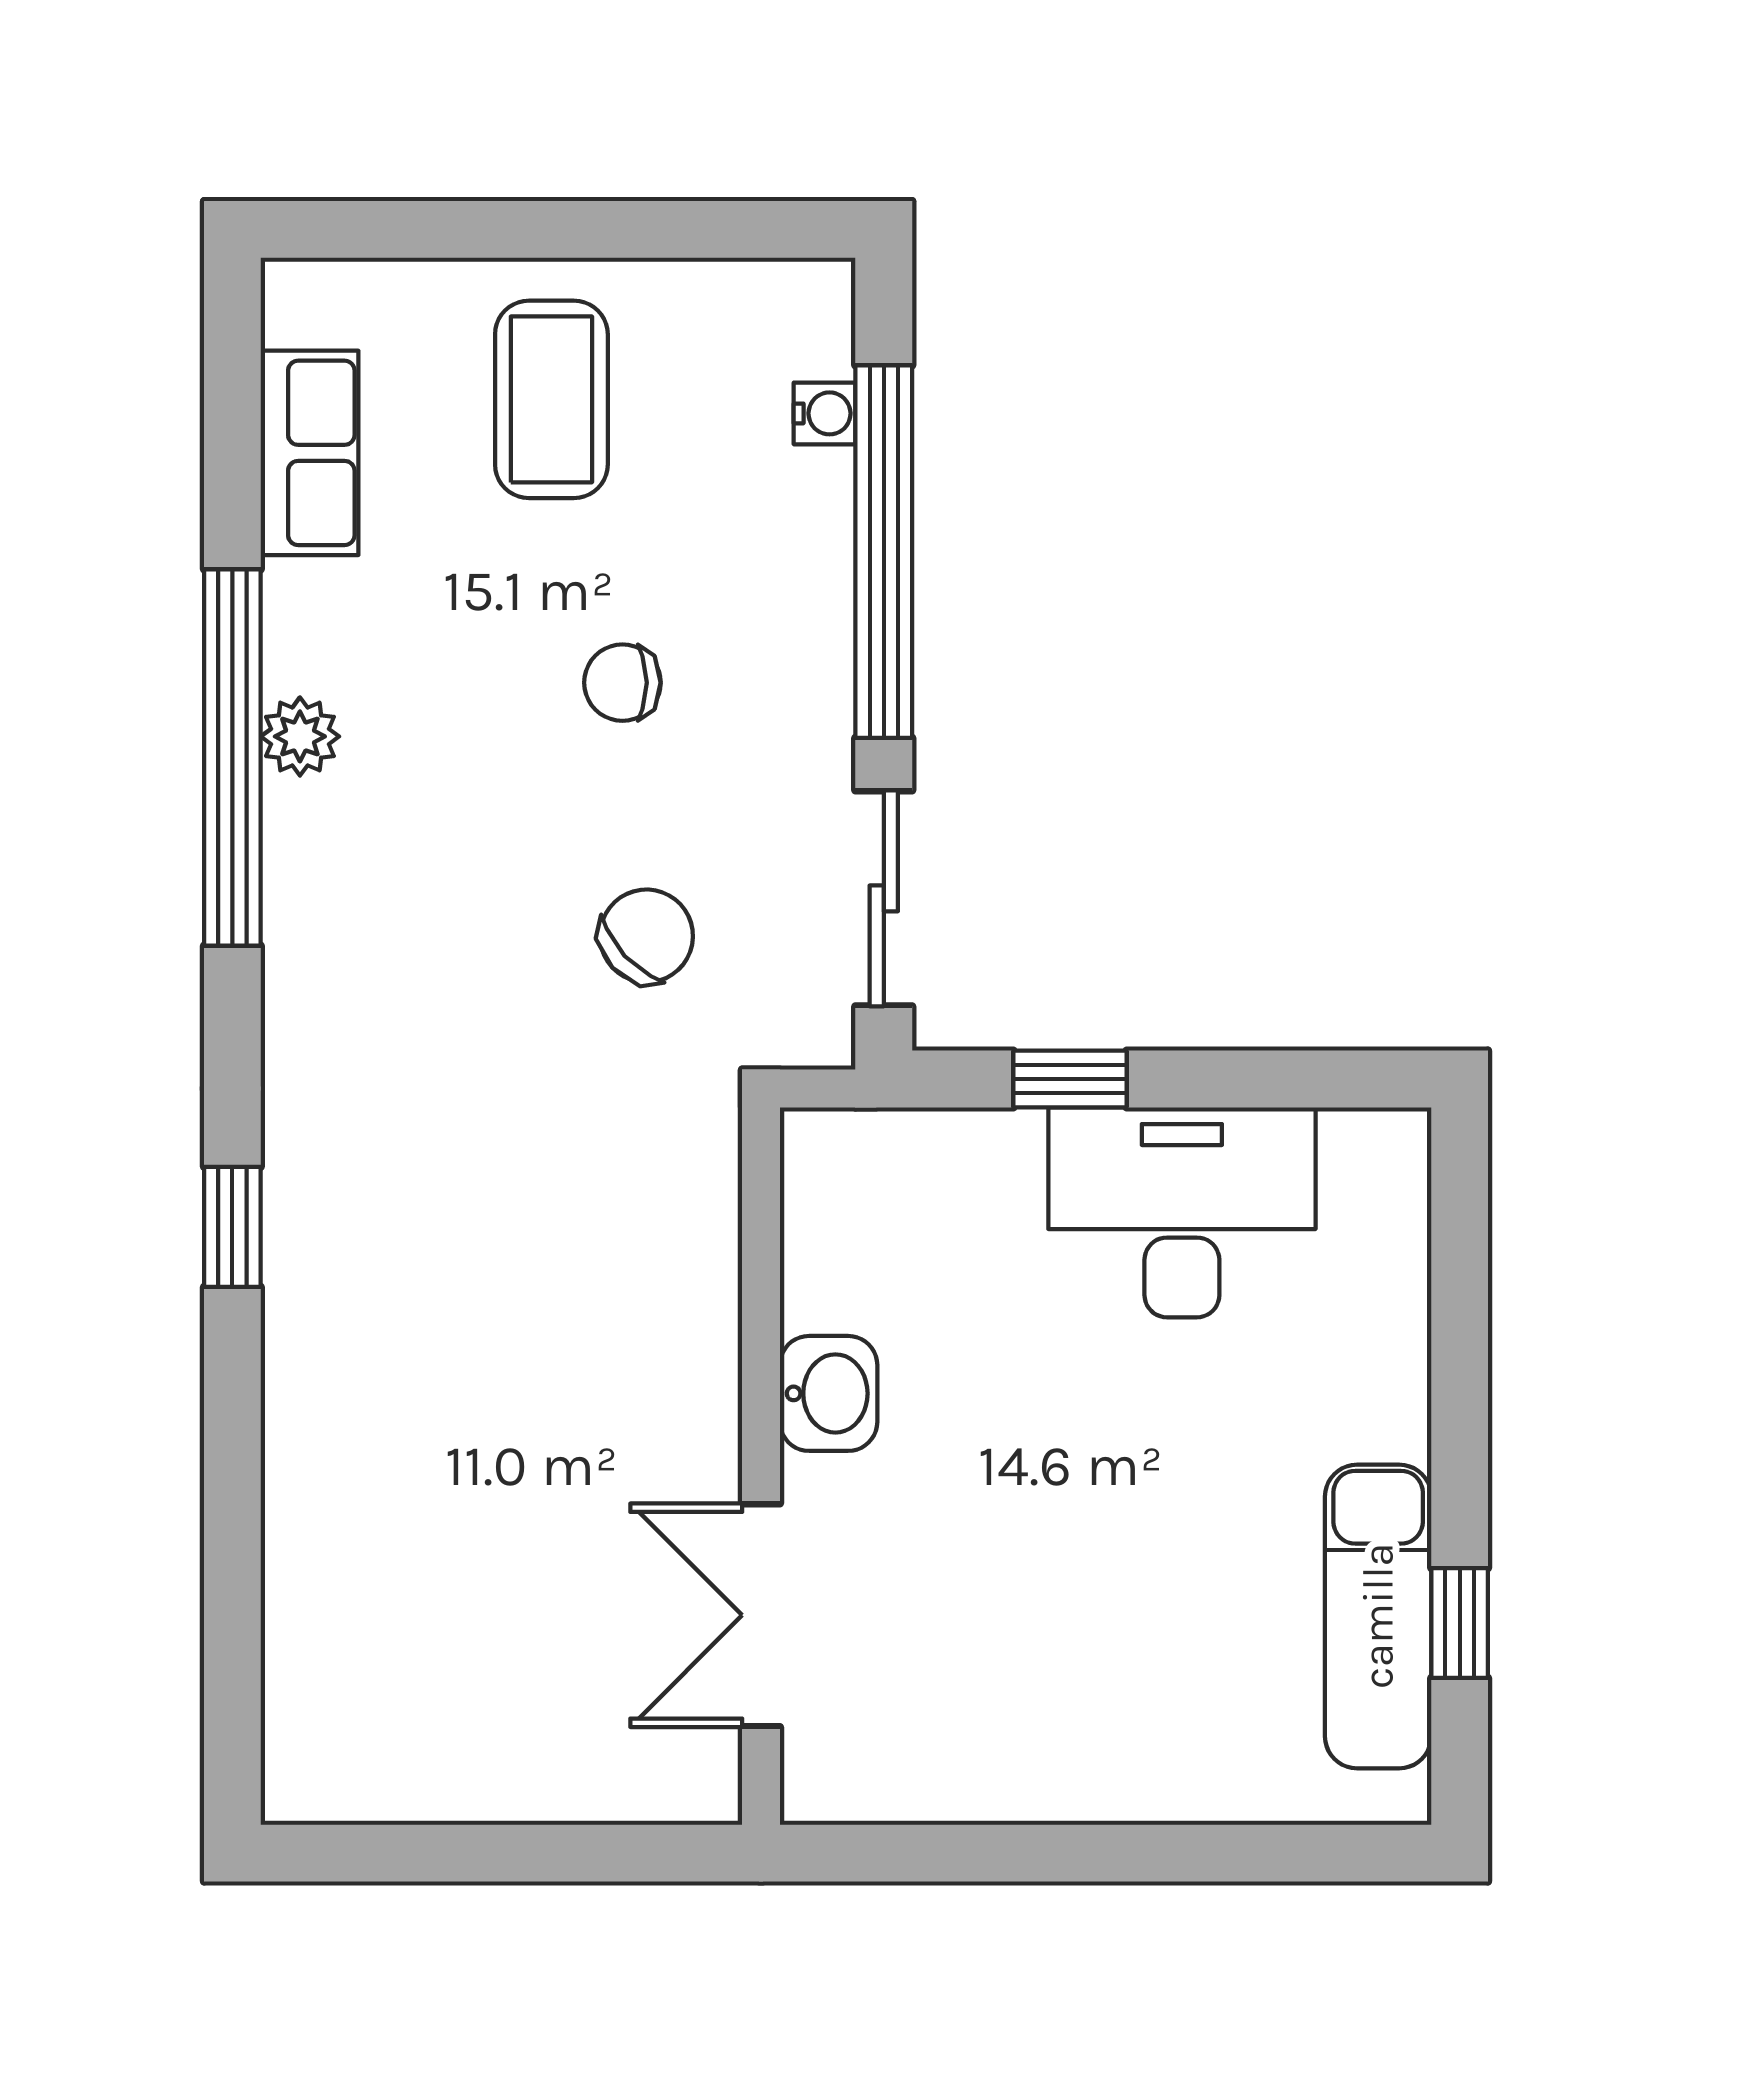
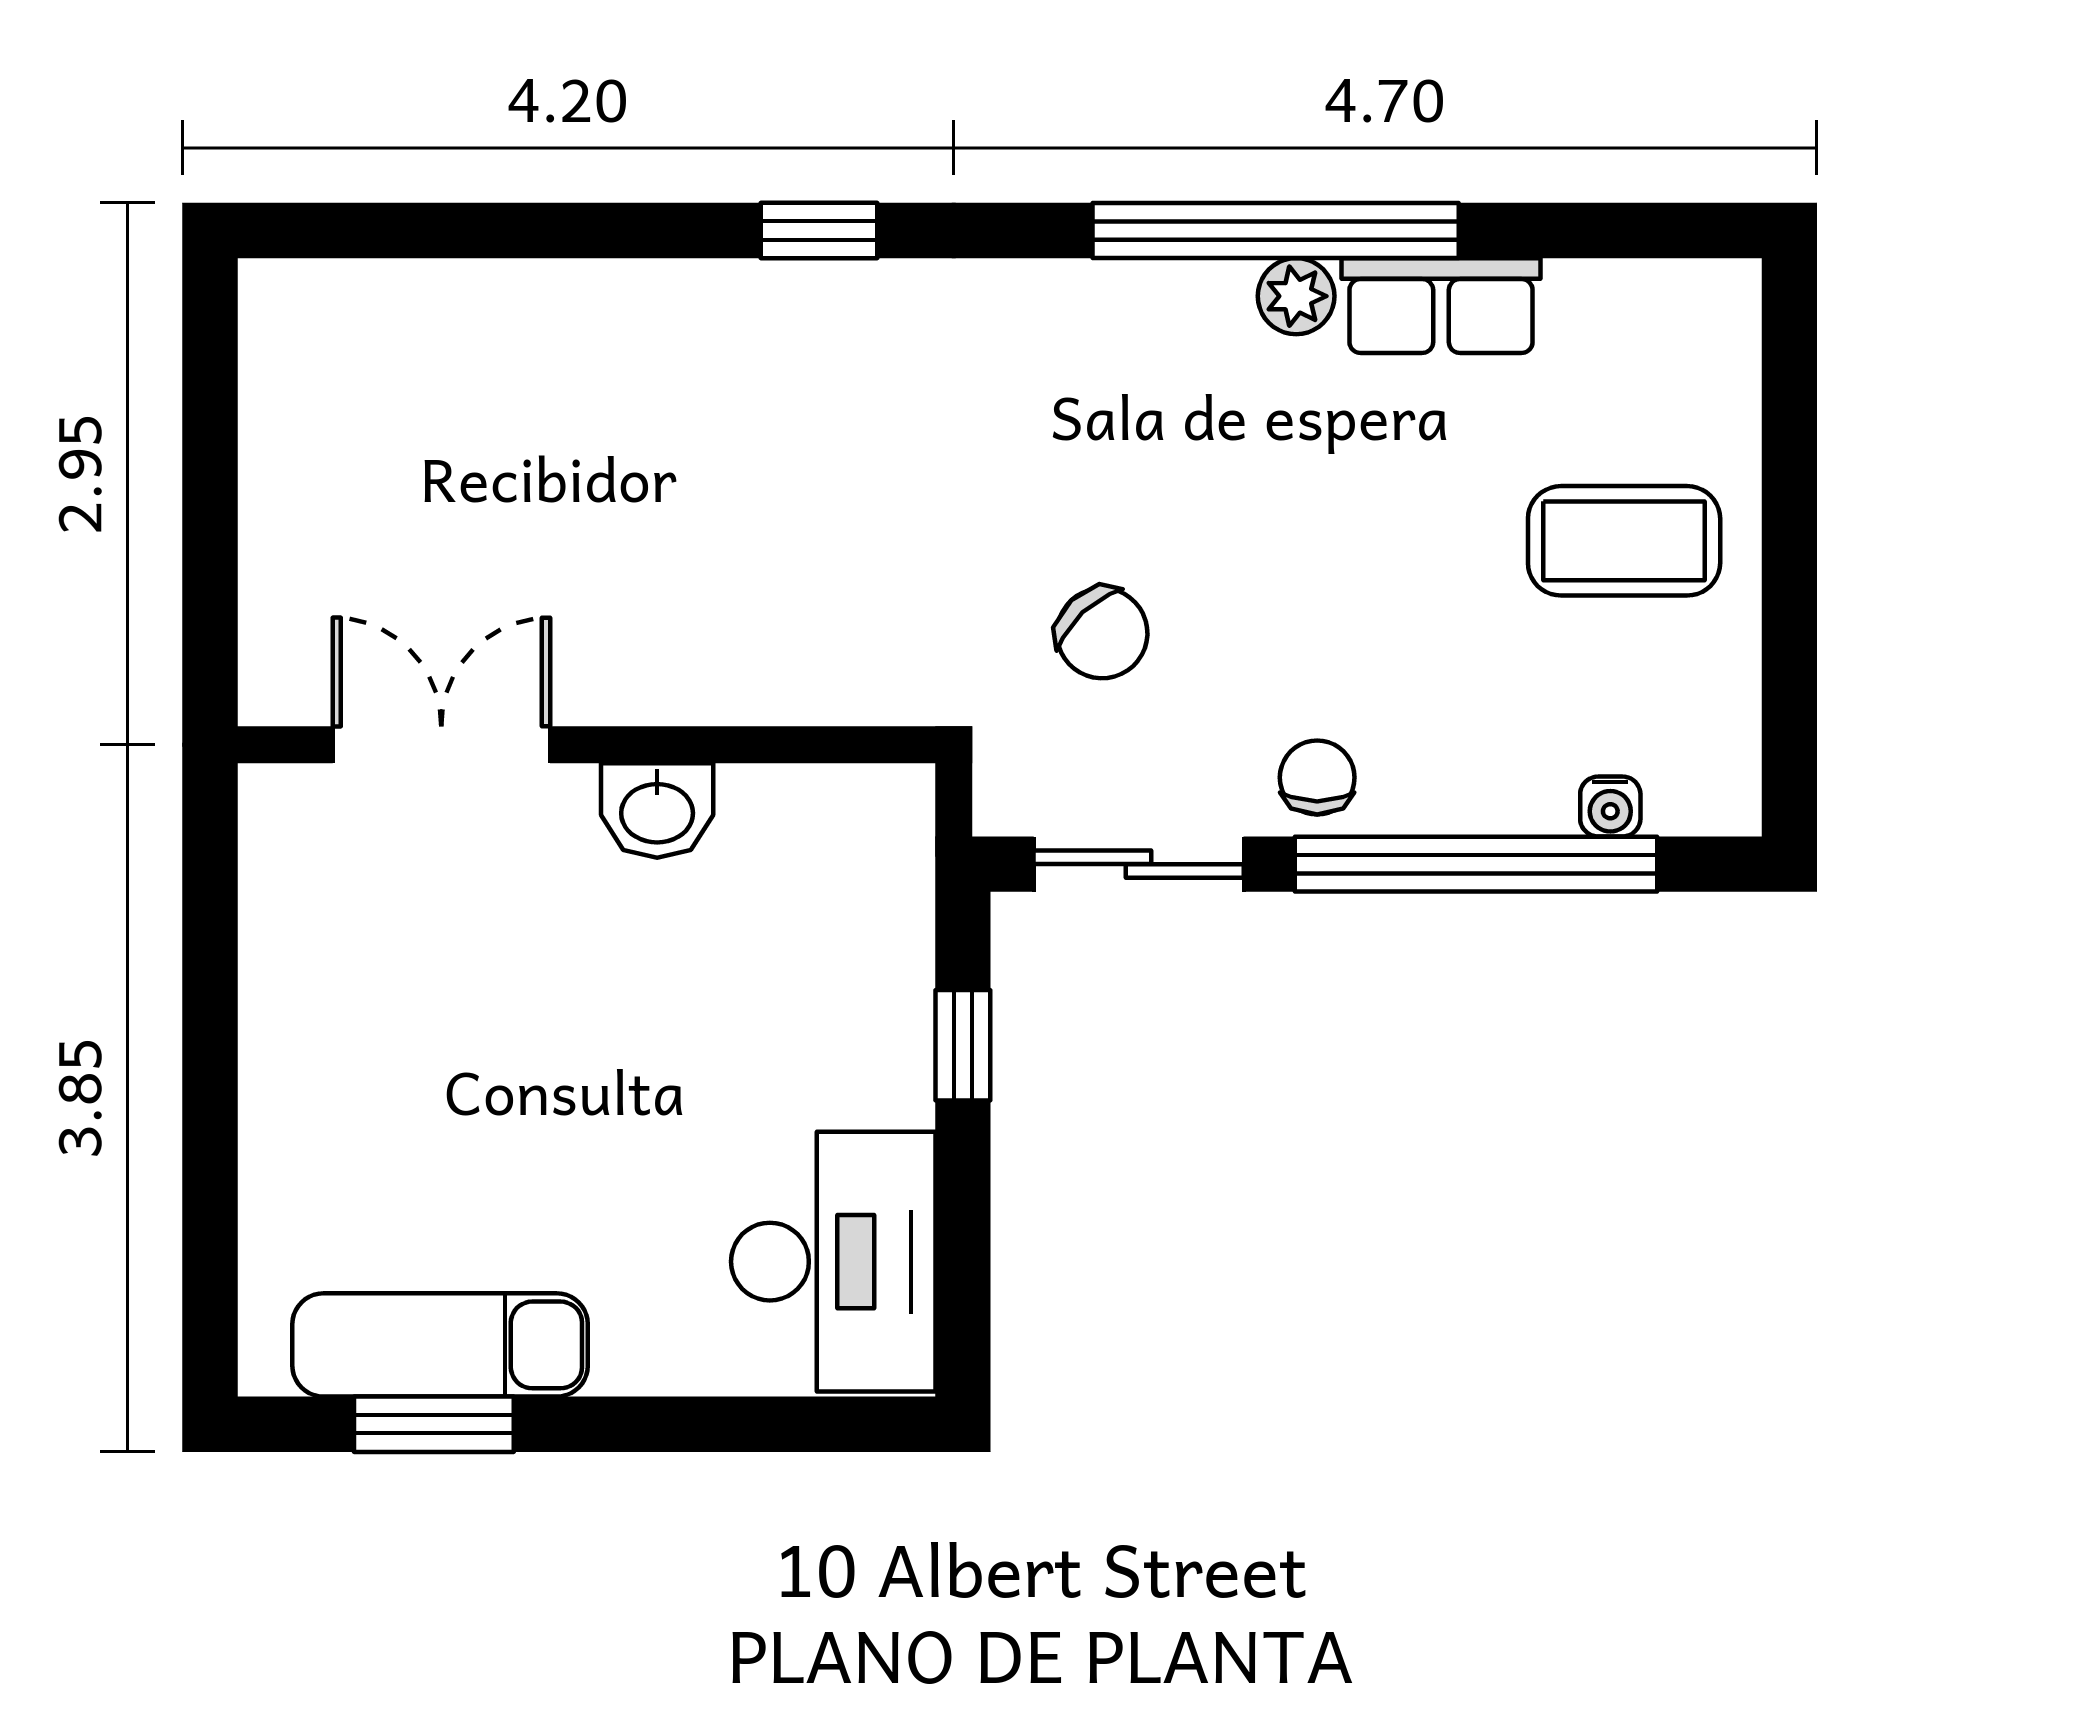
row of seats: (310, 453) -> (1441, 306), moved
chair: (622, 683) -> (1317, 777), moved
desk: (1182, 1212) -> (833, 1262), moved
window: (1460, 1623) -> (434, 1424), width x1.50

